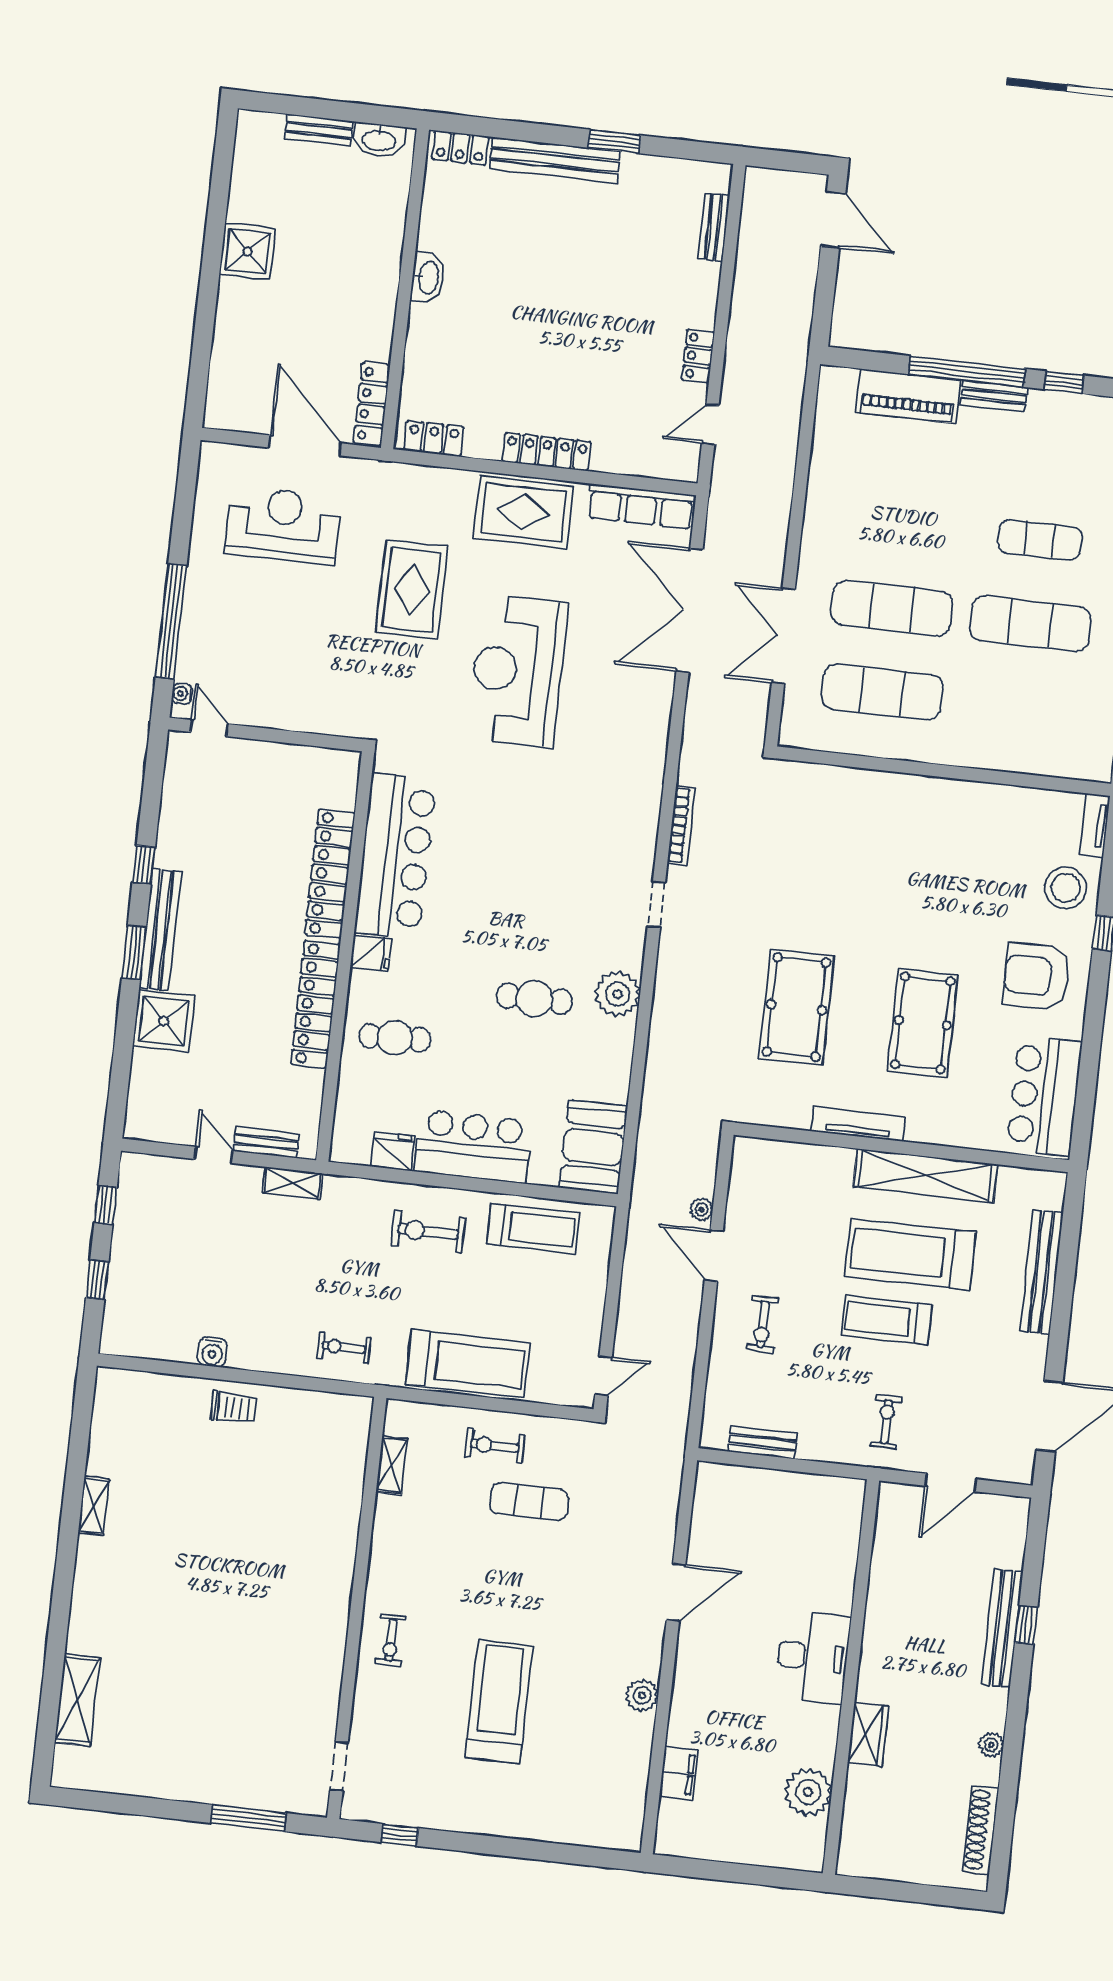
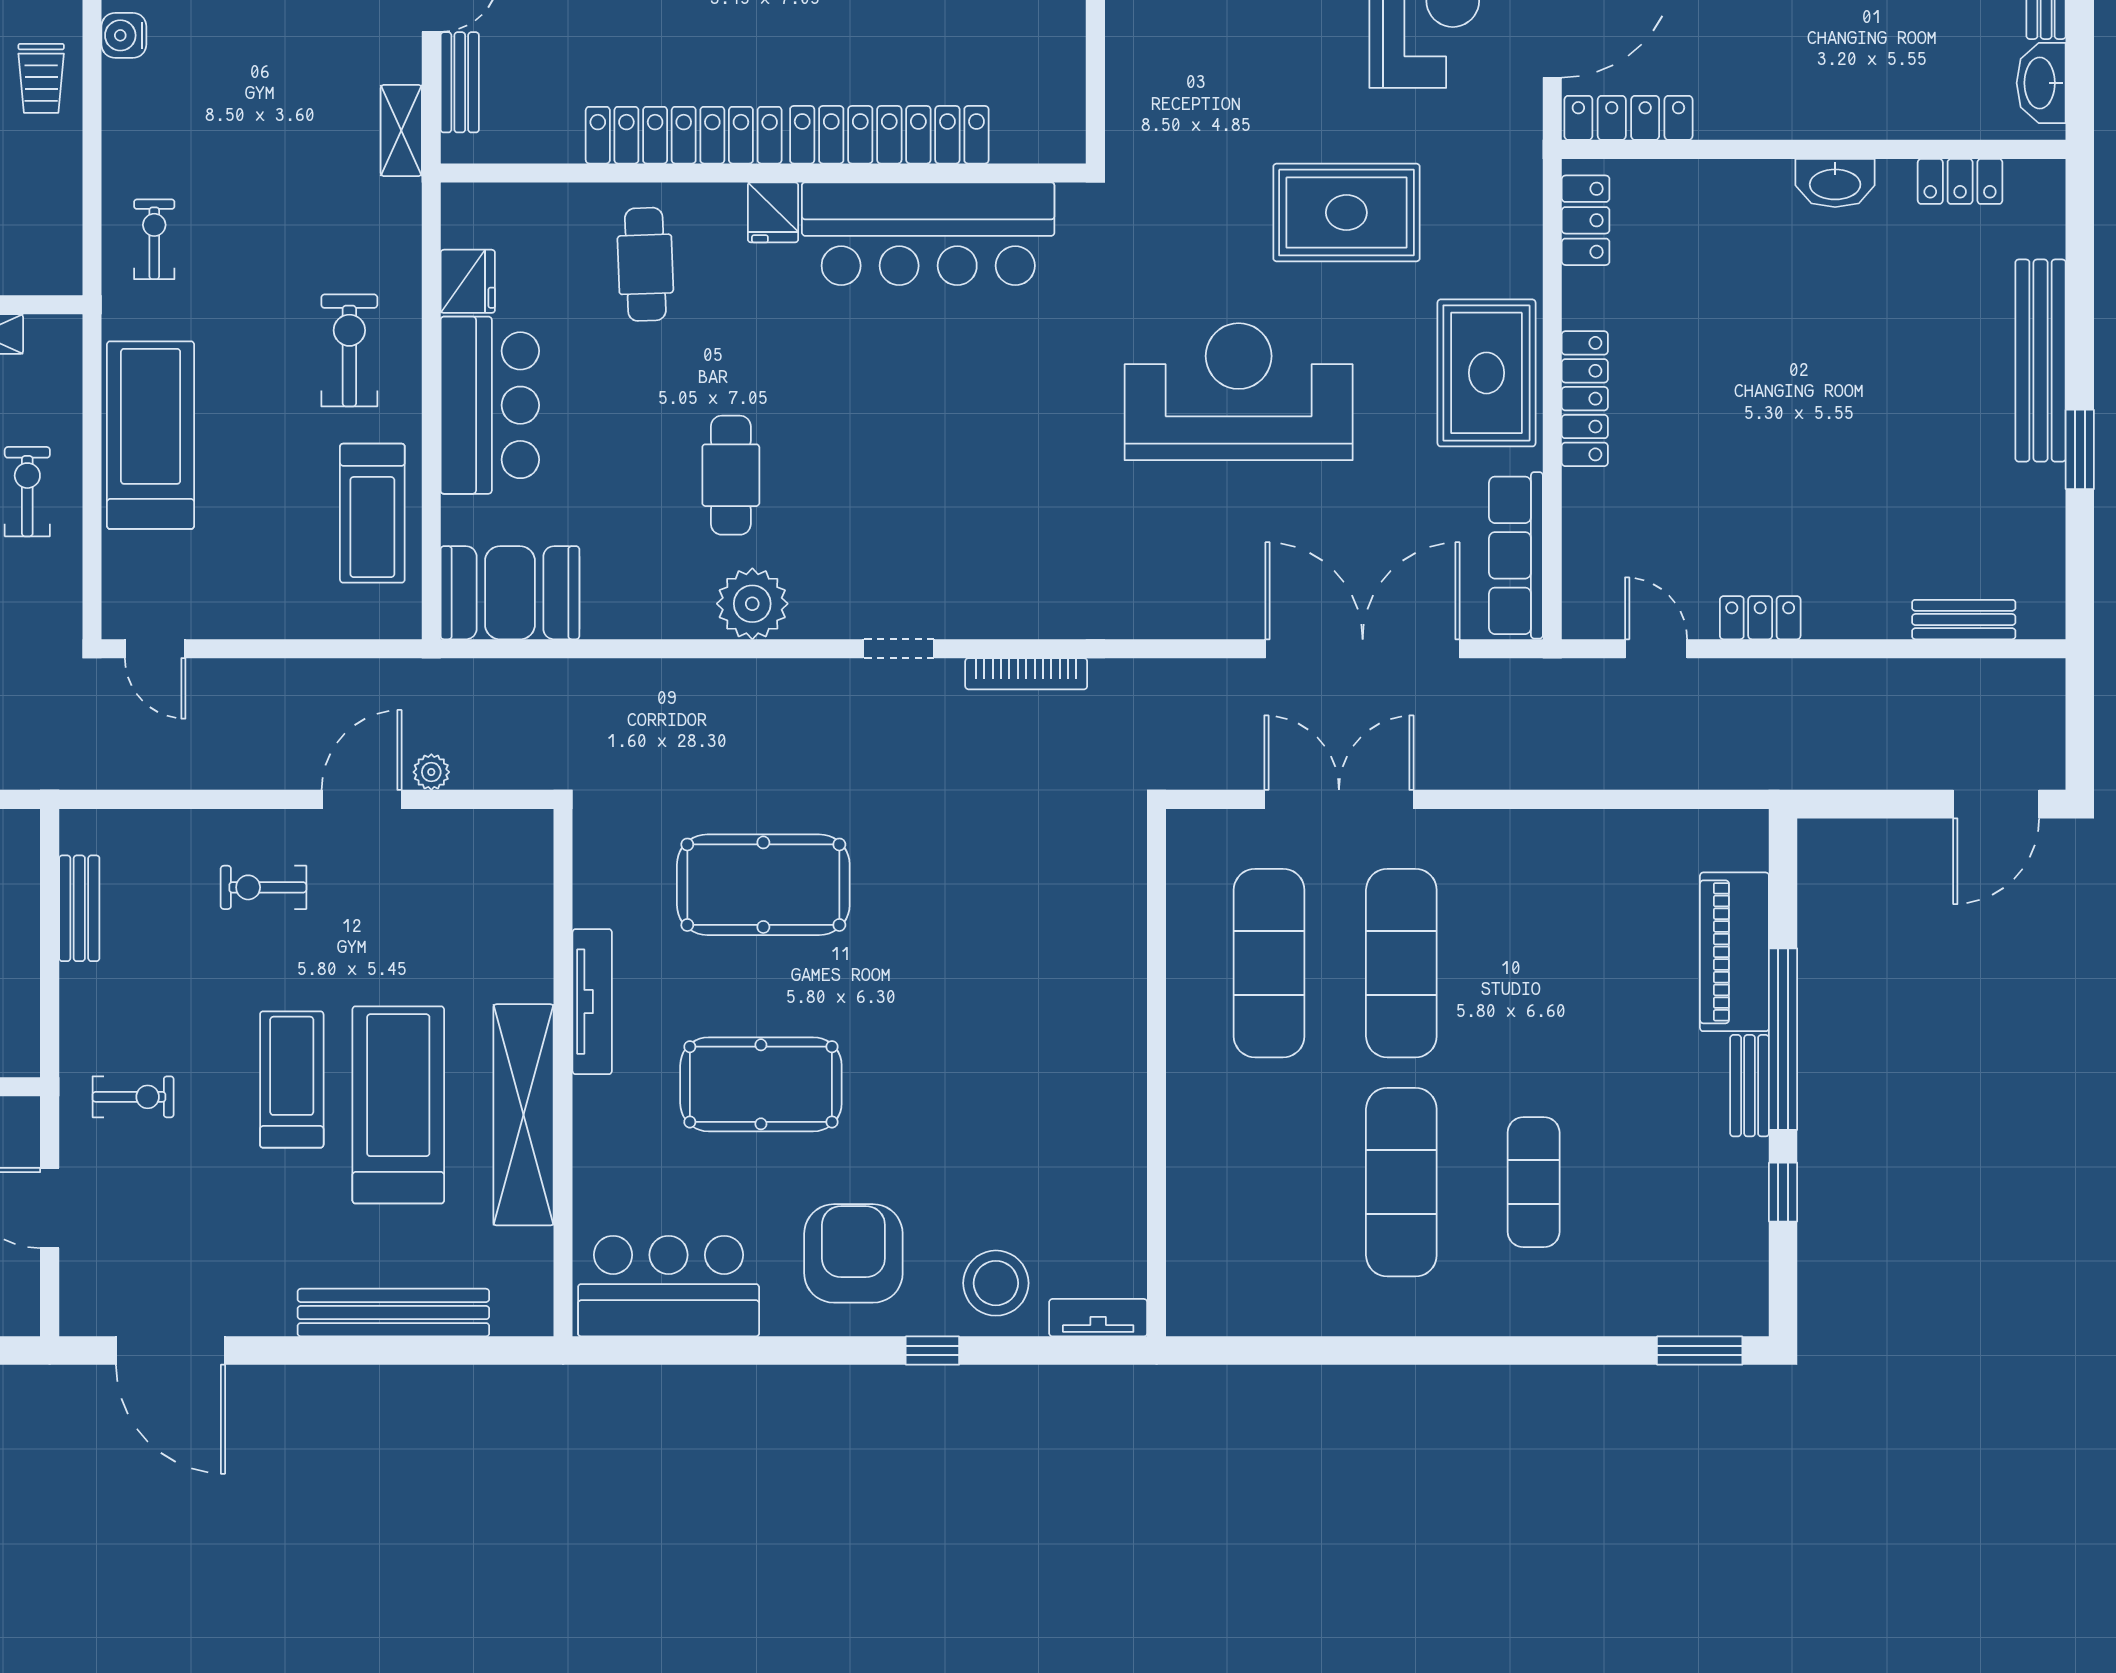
locker: (460, 148) -> (1960, 181), moved, turned -90
treadmill: (468, 1364) -> (151, 435), turned 180

